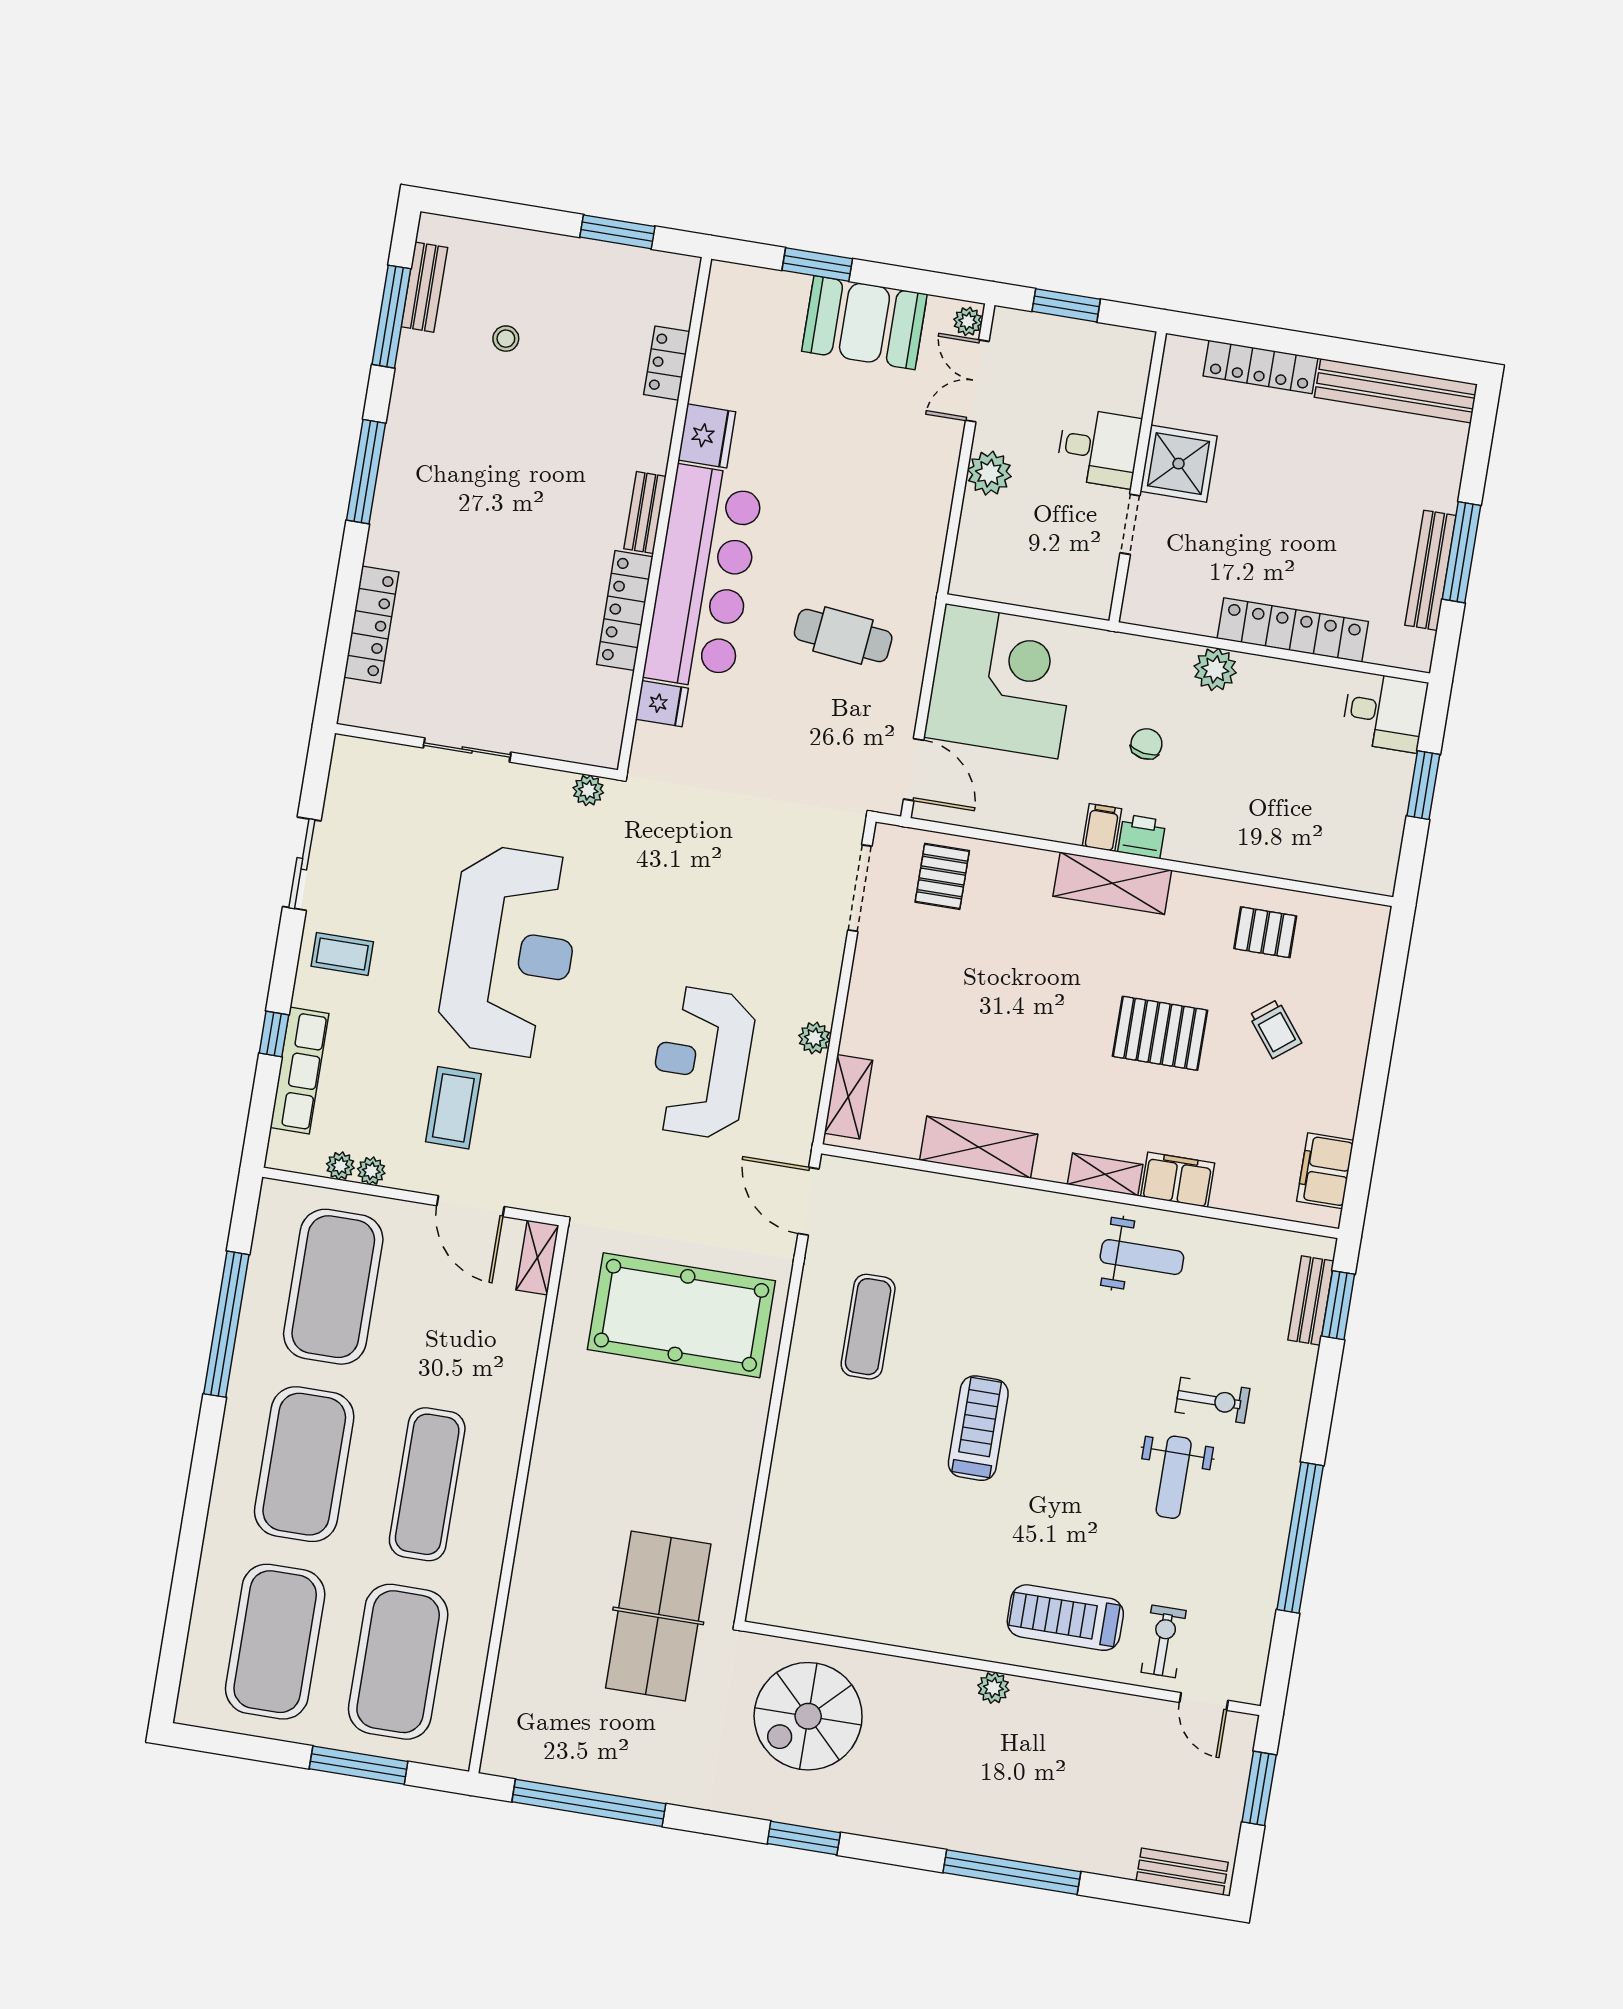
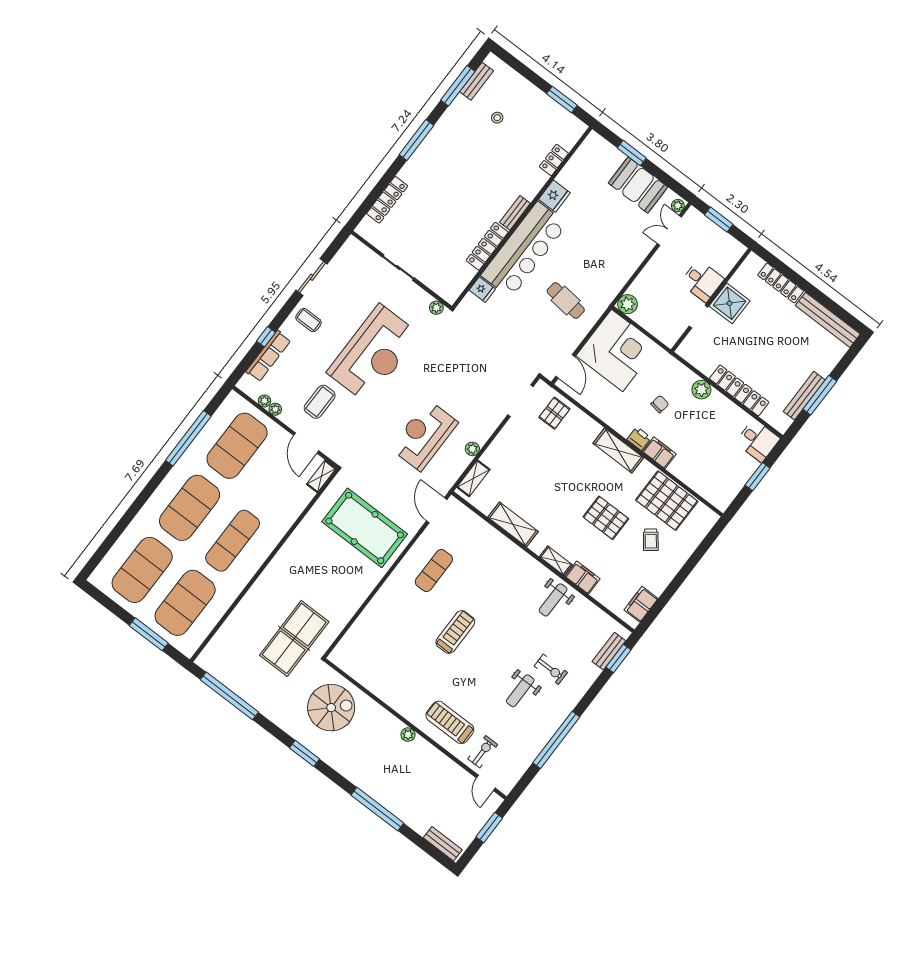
plant: (989, 473) -> (628, 304), moved
filing cabinet: (1102, 827) -> (659, 453), moved, width x2.00
pallet: (1265, 932) -> (667, 501), width x2.05, depth x2.00
weight bench: (1142, 1257) -> (553, 600), turned 90
spiral stairs: (808, 1716) -> (331, 708), turned 180

